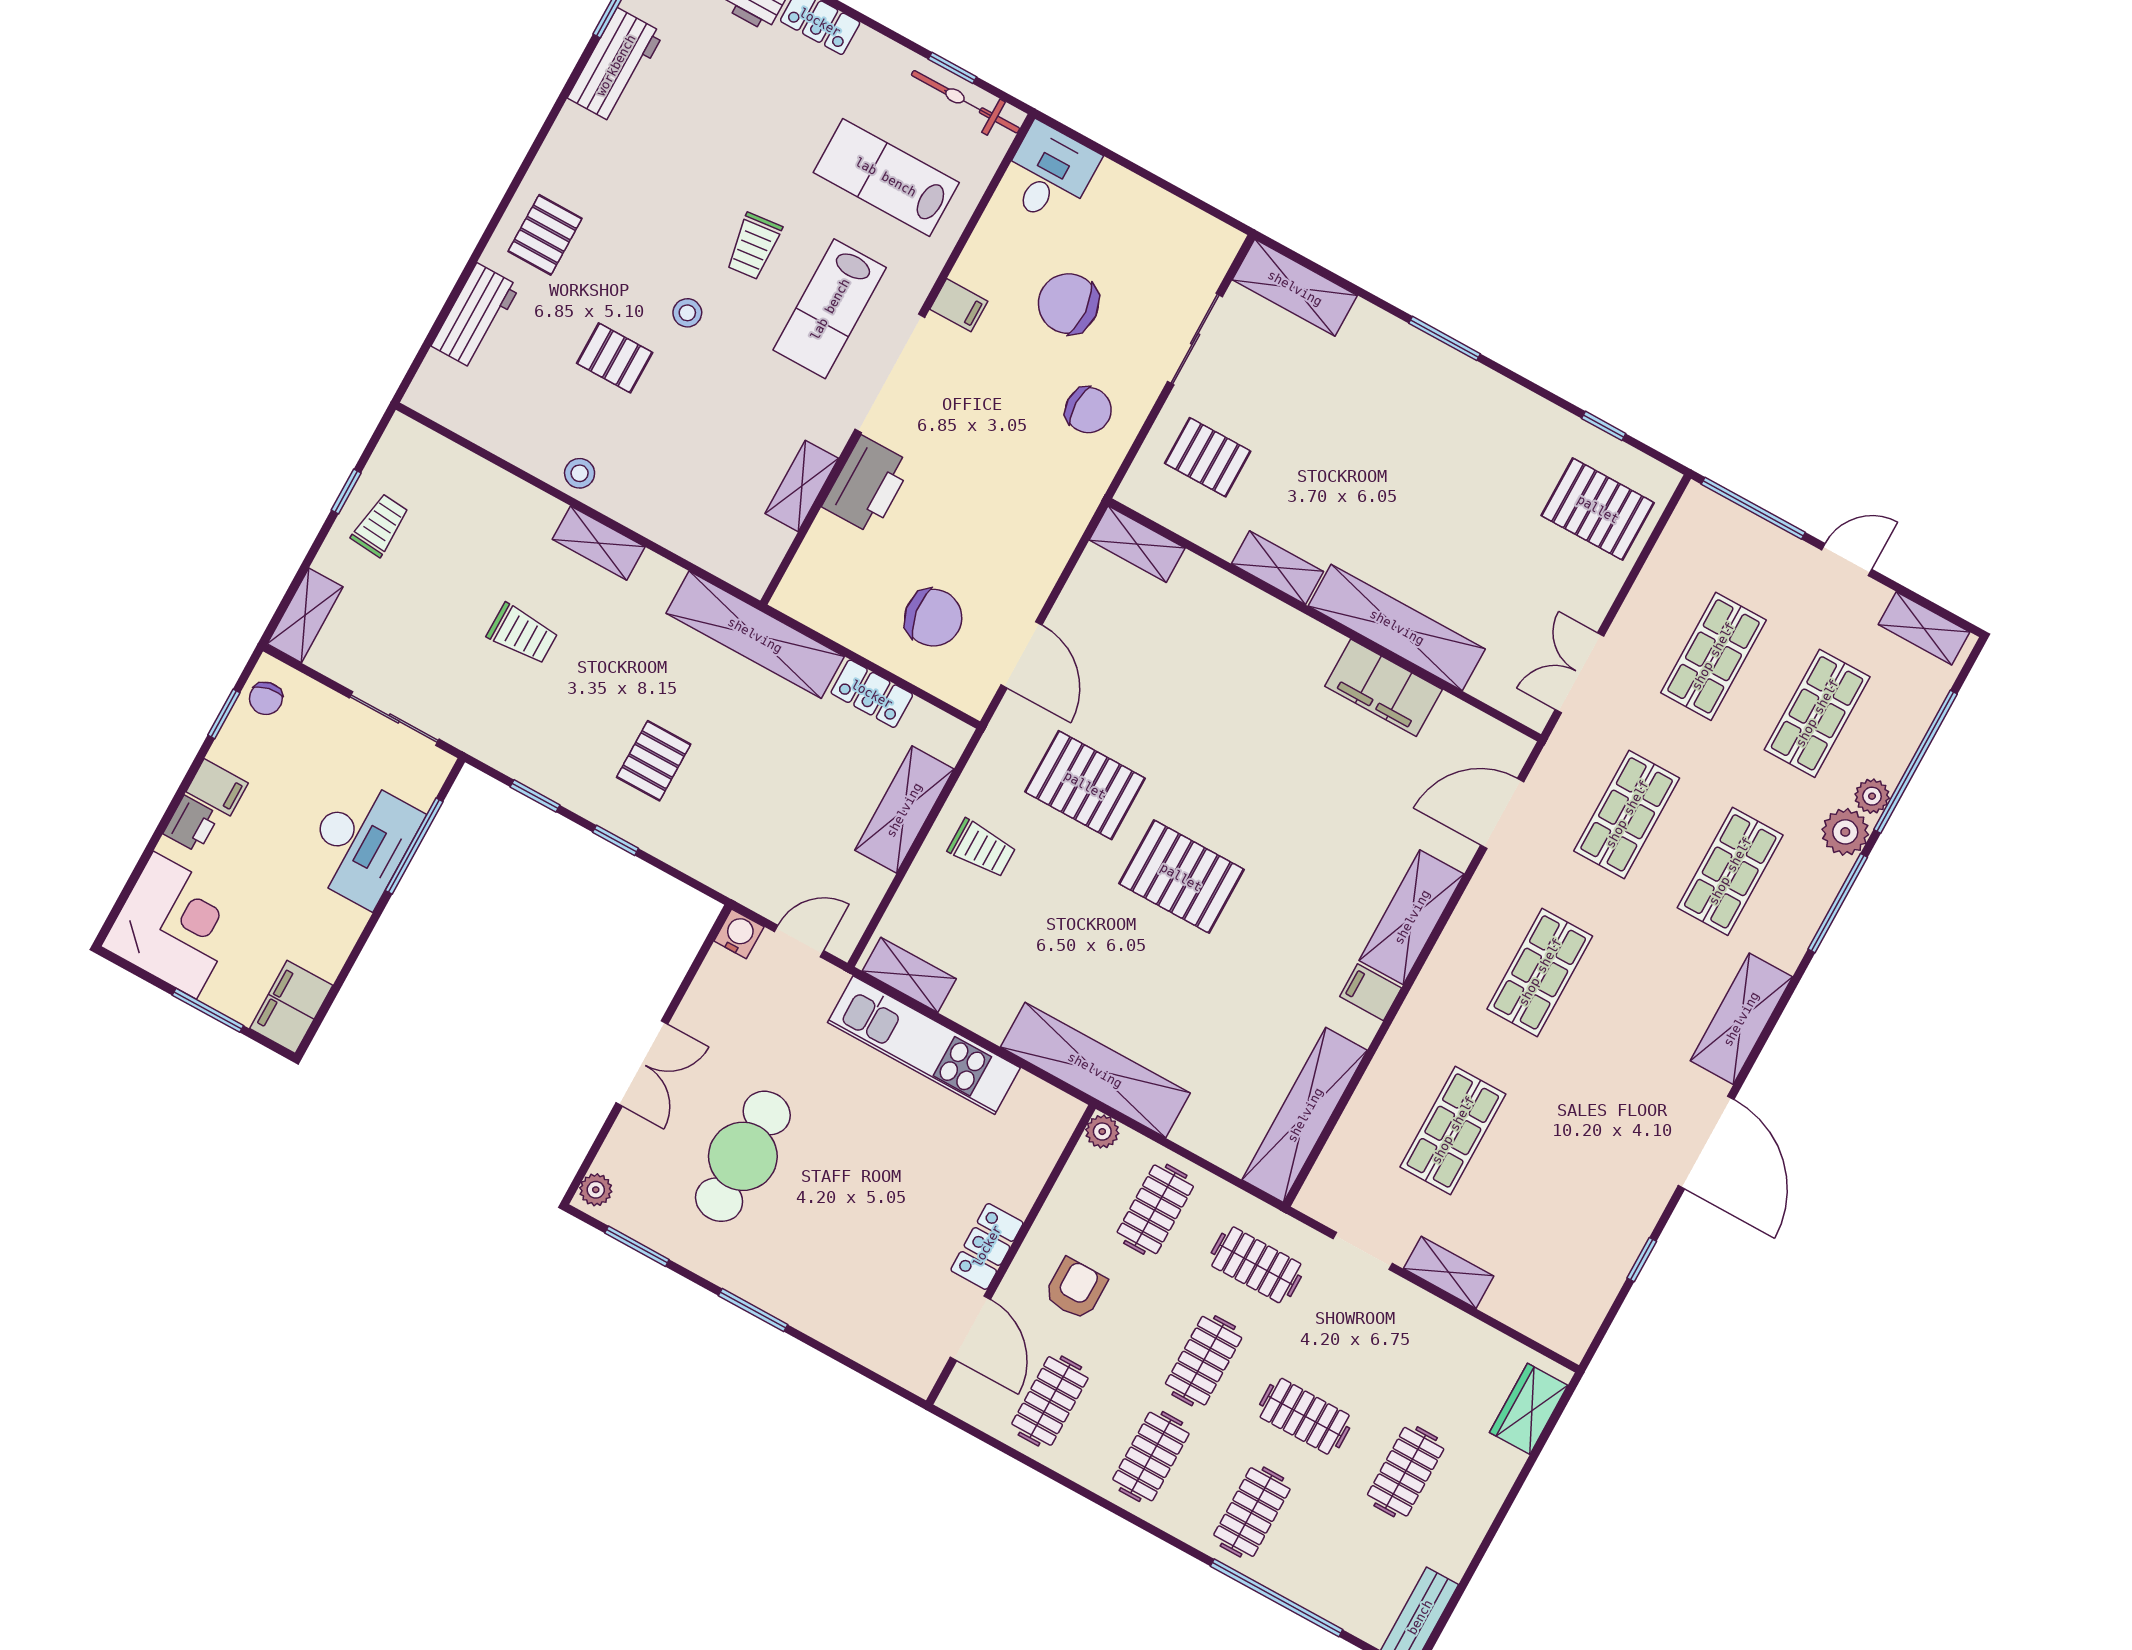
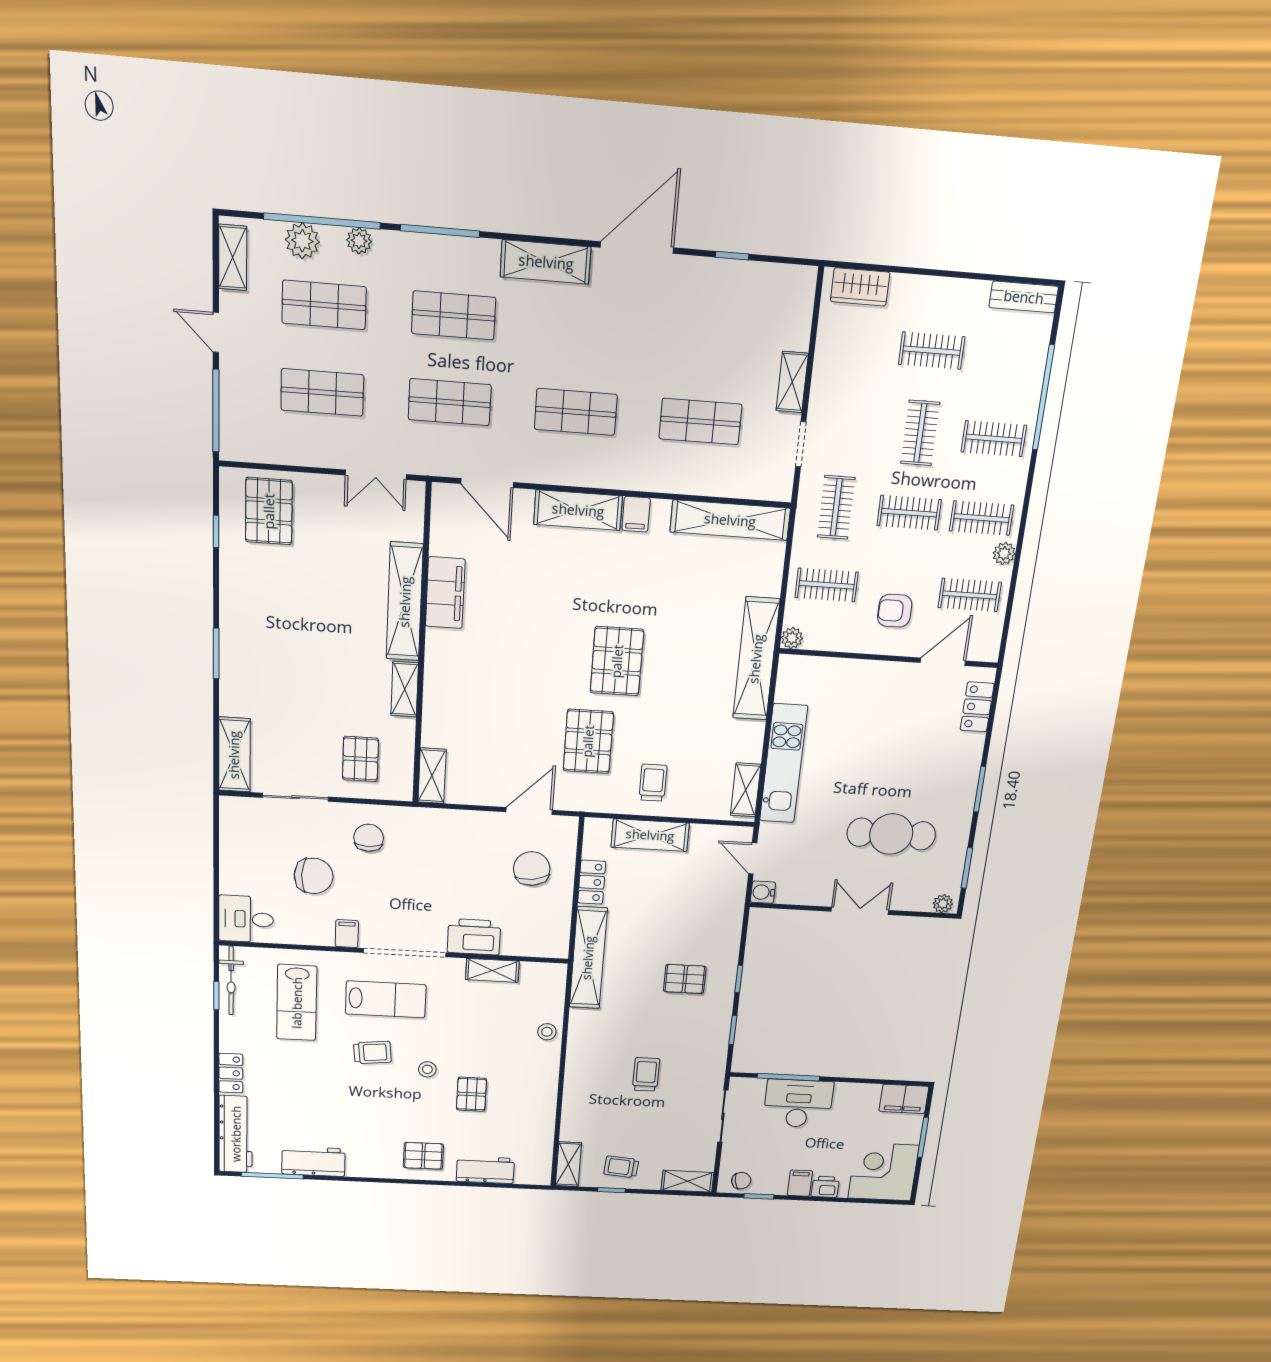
chair: (1068, 304) -> (314, 876), turned -85
stool: (580, 473) -> (547, 1032), moved
shelving: (599, 543) -> (568, 1164), moved
plant: (1845, 832) -> (302, 241), moved
locker: (987, 1246) -> (977, 707), moved, turned 90
plant: (1087, 1470) -> (1004, 553), added

